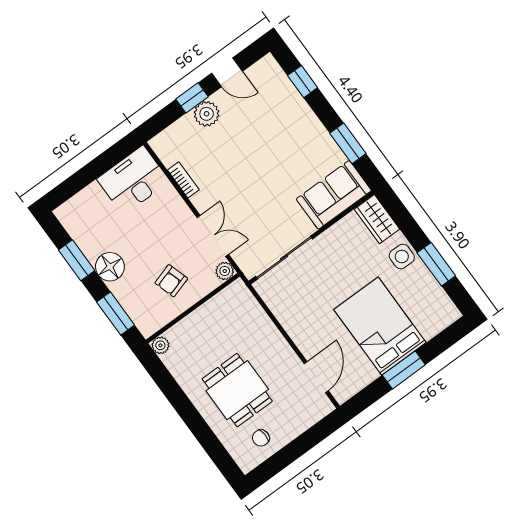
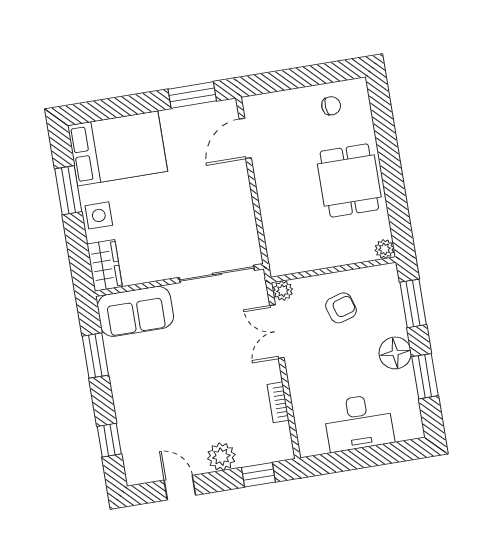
window: (192, 98) -> (258, 475), moved
desk: (133, 180) -> (359, 422), moved
bed: (380, 326) -> (118, 148), moved, turned -90
window: (404, 370) -> (192, 95), moved
dining table: (237, 390) -> (349, 180), moved

